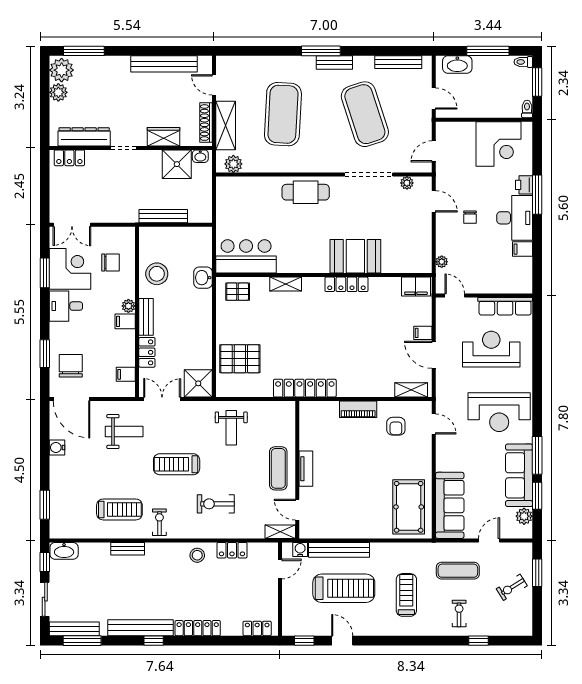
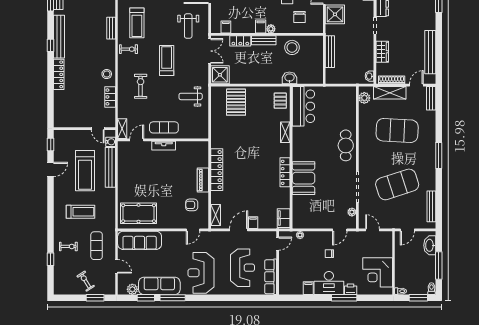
bench: (334, 62) -> (431, 98), moved
shower: (177, 164) -> (335, 14), moved
locker: (305, 388) -> (217, 170), moved
locker: (257, 628) -> (59, 114), removed

